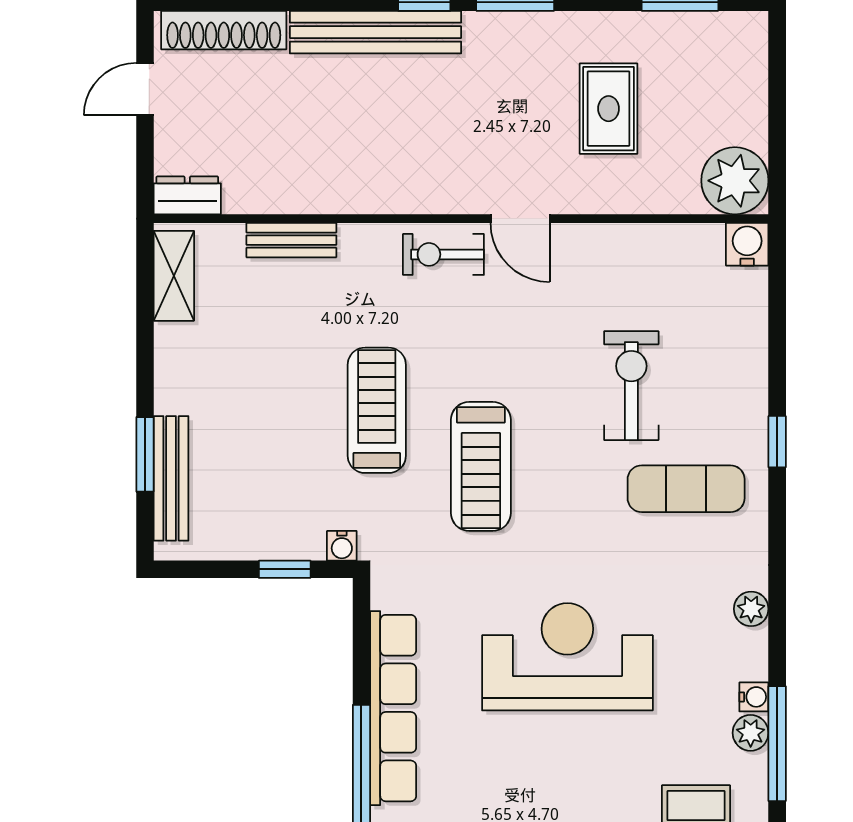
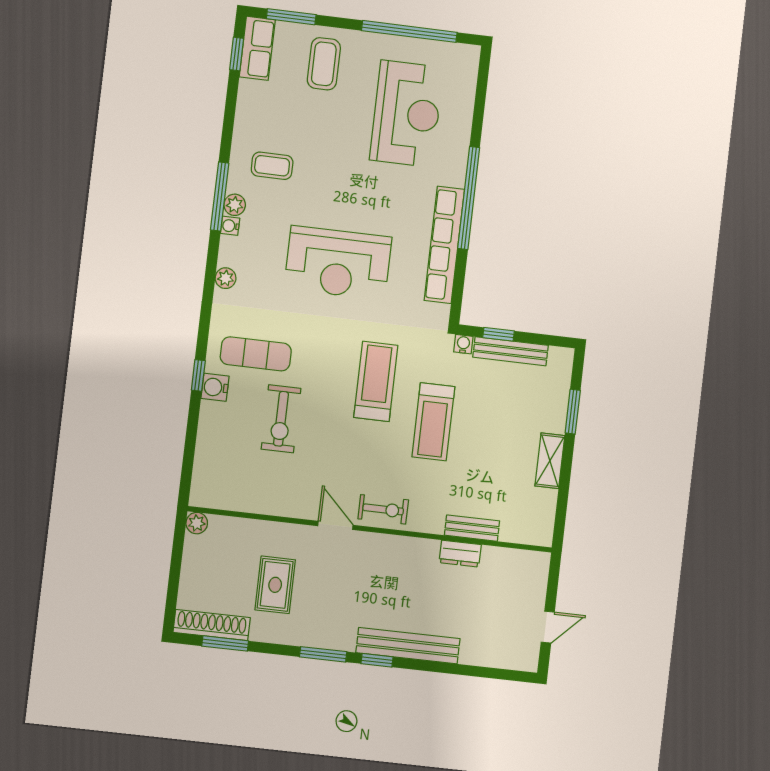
shoe rack: (224, 30) -> (212, 625), moved
plant: (735, 181) -> (197, 523), width x0.53, depth x0.53
dresser: (187, 195) -> (460, 554), moved
water cooler: (747, 244) -> (215, 387), moved, turned 90
shelving: (174, 276) -> (550, 461), moved
bench: (171, 478) -> (511, 351), moved, turned 90

